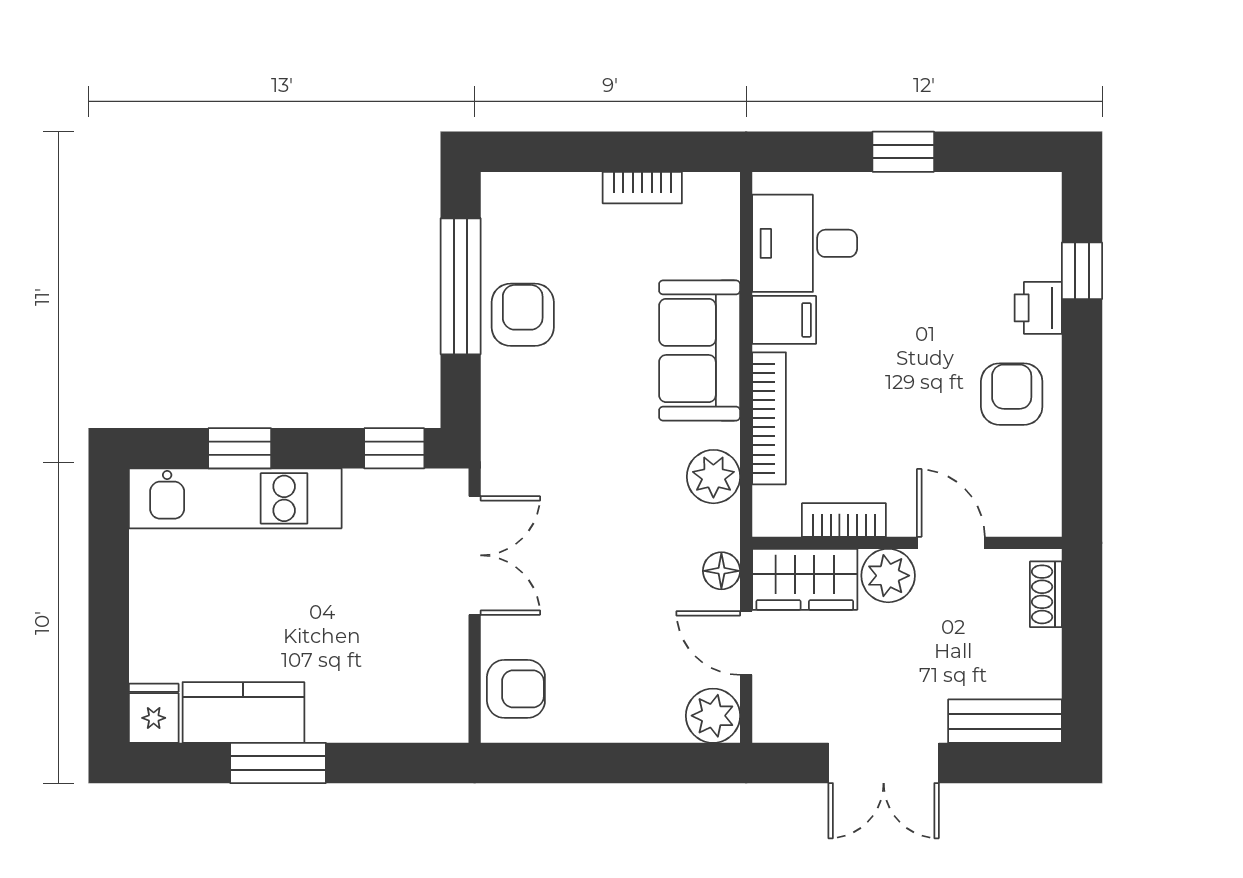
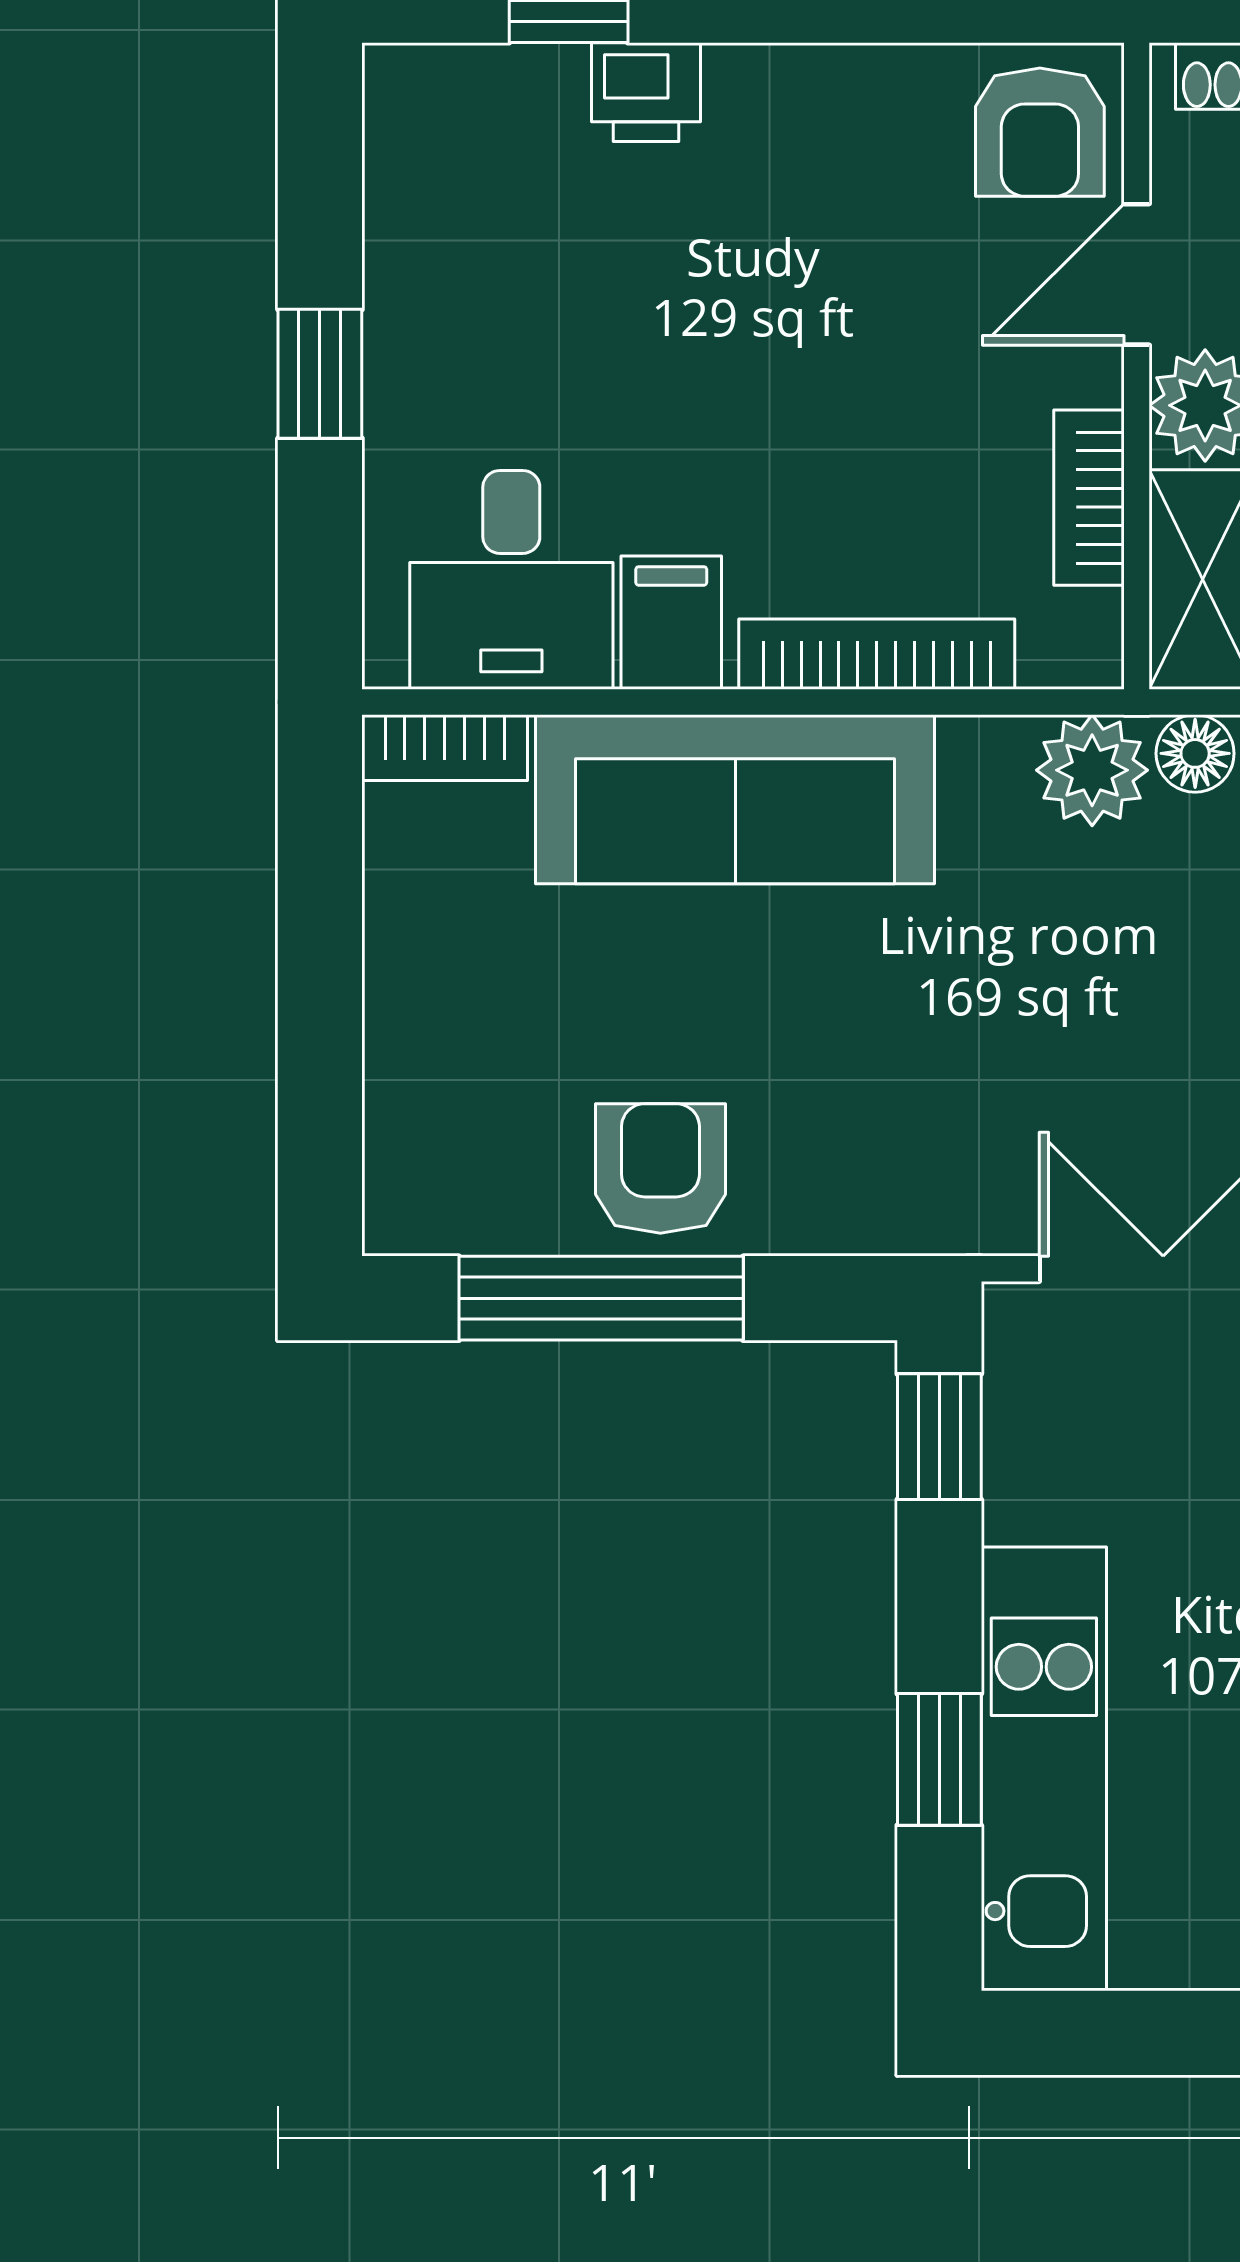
bookcase: (642, 188) -> (445, 748), moved, turned 90
armchair: (523, 315) -> (660, 1168), turned 90
sofa: (700, 350) -> (735, 799), width x1.36
armchair: (1012, 394) -> (1040, 132), moved, turned -90
plant: (713, 477) -> (1092, 770), moved

